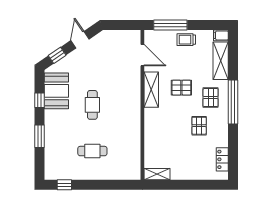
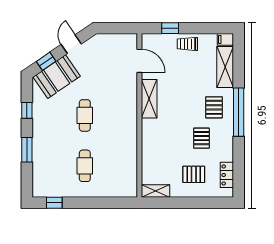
window: (170, 25) -> (170, 28), width x0.46
pallet: (181, 88) -> (194, 174), moved
booth: (56, 91) -> (57, 77), moved, turned 56
cafe table: (92, 151) -> (85, 166), turned 90

